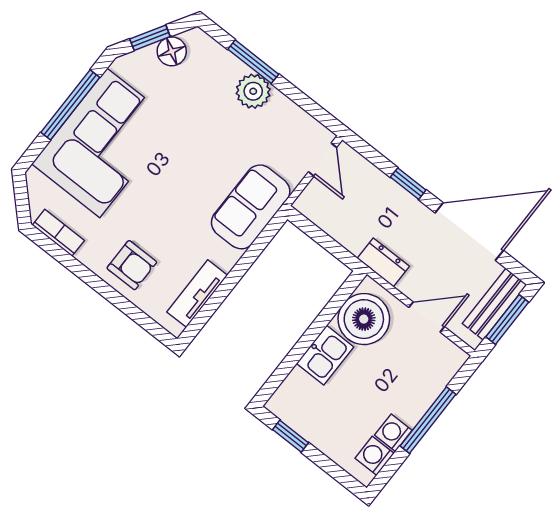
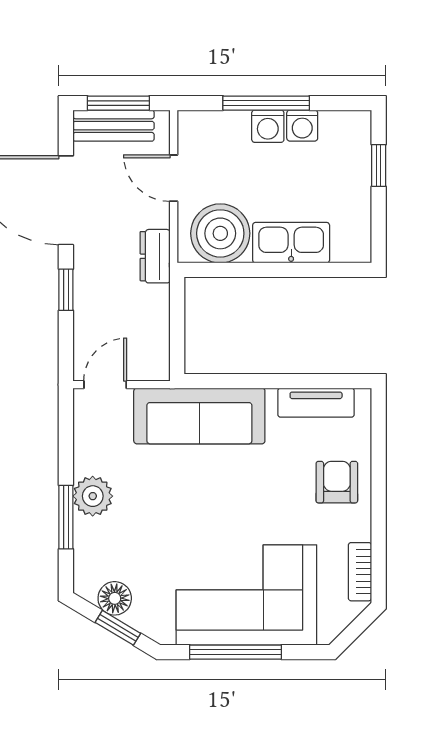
sofa: (251, 207) -> (199, 416), width x1.36
kitchen sink: (325, 355) -> (291, 243), width x1.38
window: (291, 436) -> (379, 165), moved
washing machine: (374, 456) -> (268, 126), moved

